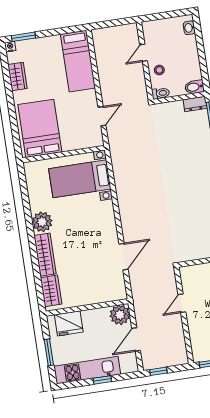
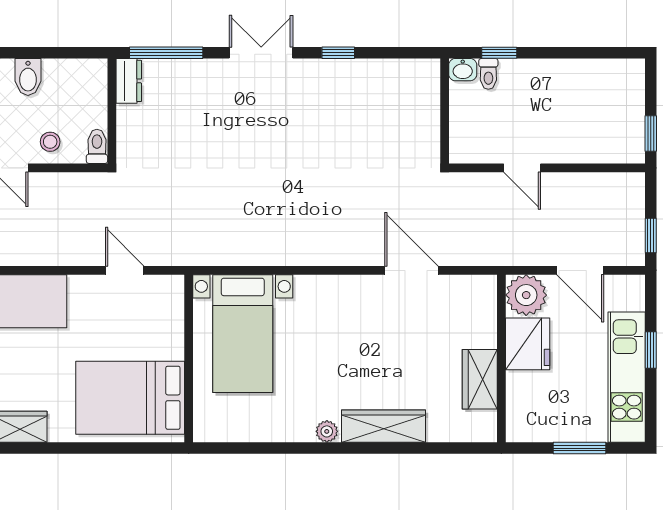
bidet: (194, 87) -> (28, 77), moved
plant: (42, 222) -> (327, 431), width x0.53, depth x0.53
wardrobe: (51, 291) -> (480, 379), moved, turned -90
fridge: (69, 323) -> (528, 344), moved

